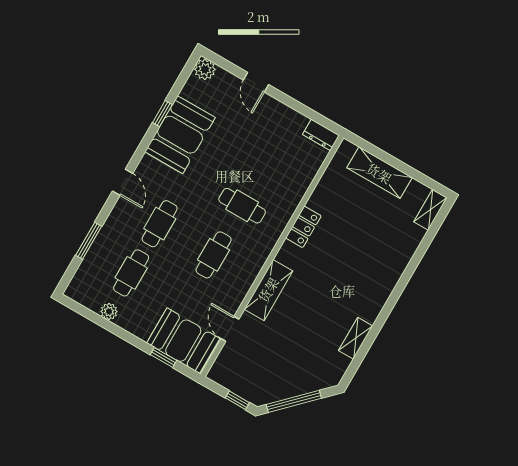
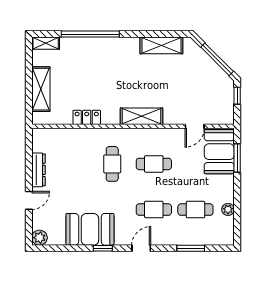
window: (162, 114) -> (103, 248), moved
dresser: (321, 135) -> (38, 170), moved, width x1.44
locker: (303, 227) -> (87, 117), moved
window: (411, 269) -> (90, 34), added
shelving: (268, 290) -> (142, 116), moved
shelving: (356, 338) -> (161, 45), width x1.50, depth x1.33
window: (163, 358) -> (237, 158), width x1.50

